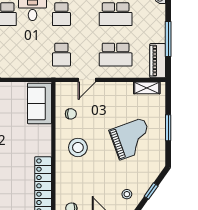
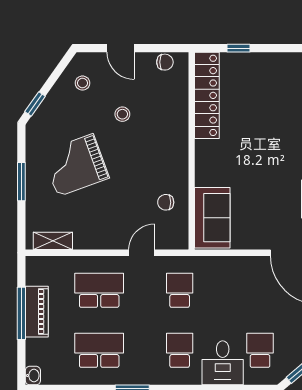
piano: (158, 61) -> (37, 312), moved
stool: (78, 147) -> (122, 114), moved, width x0.53, depth x0.53
window: (151, 191) -> (35, 104), moved

